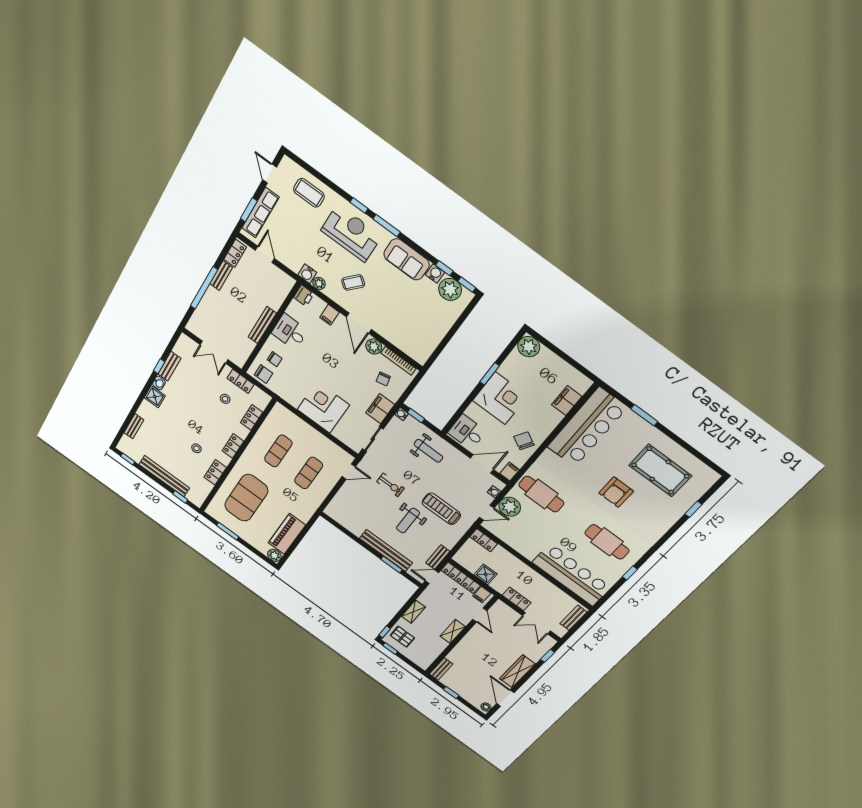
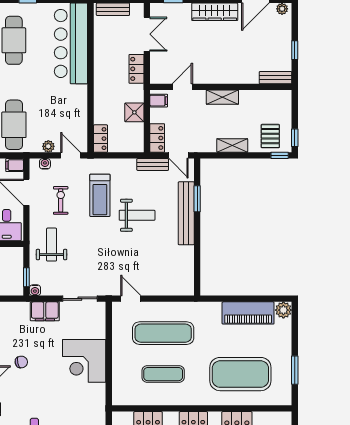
chair: (383, 379) -> (21, 362), moved
exercise mat: (309, 473) -> (163, 333), width x1.36, depth x1.45
exercise bike: (390, 485) -> (61, 200), moved
plant: (510, 507) -> (48, 146), width x0.53, depth x0.53
locker: (461, 578) -> (157, 138), width x0.66

